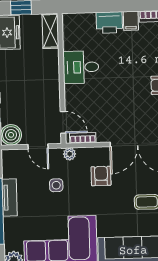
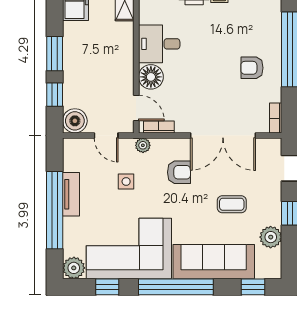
floor lamp: (75, 95) -> (151, 77), added
armchair: (101, 176) -> (179, 172), turned 90

